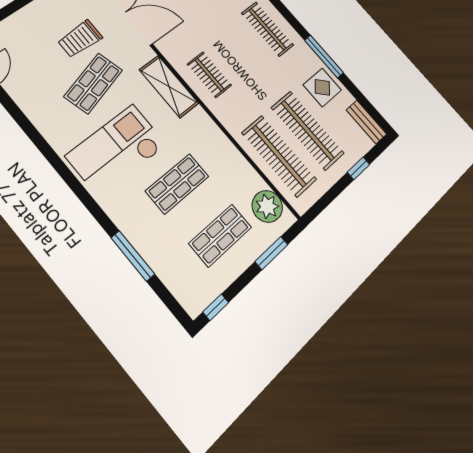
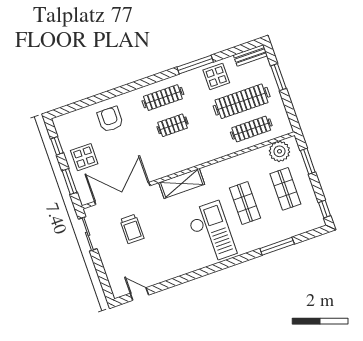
clothes rail: (209, 75) -> (173, 125), moved
shop shelf: (93, 83) -> (164, 231), removed
checkout: (117, 150) -> (211, 232), turned 180
clothes rail: (279, 156) -> (251, 129), width x0.73, depth x0.76
window: (359, 168) -> (279, 77), width x1.50

